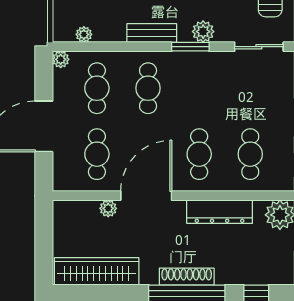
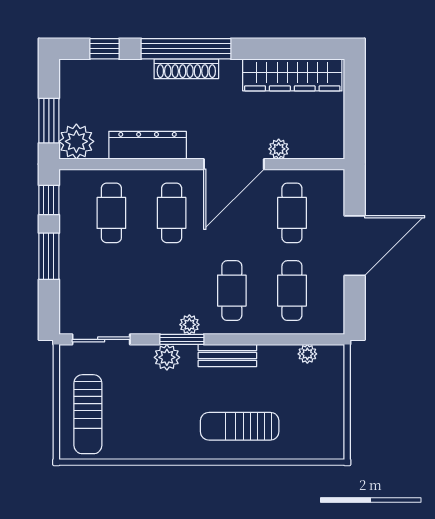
plant: (61, 59) -> (189, 325), moved

